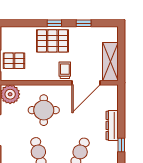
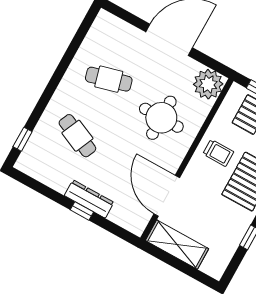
trolley: (65, 70) -> (218, 153), moved
window: (121, 145) -> (82, 211), moved

